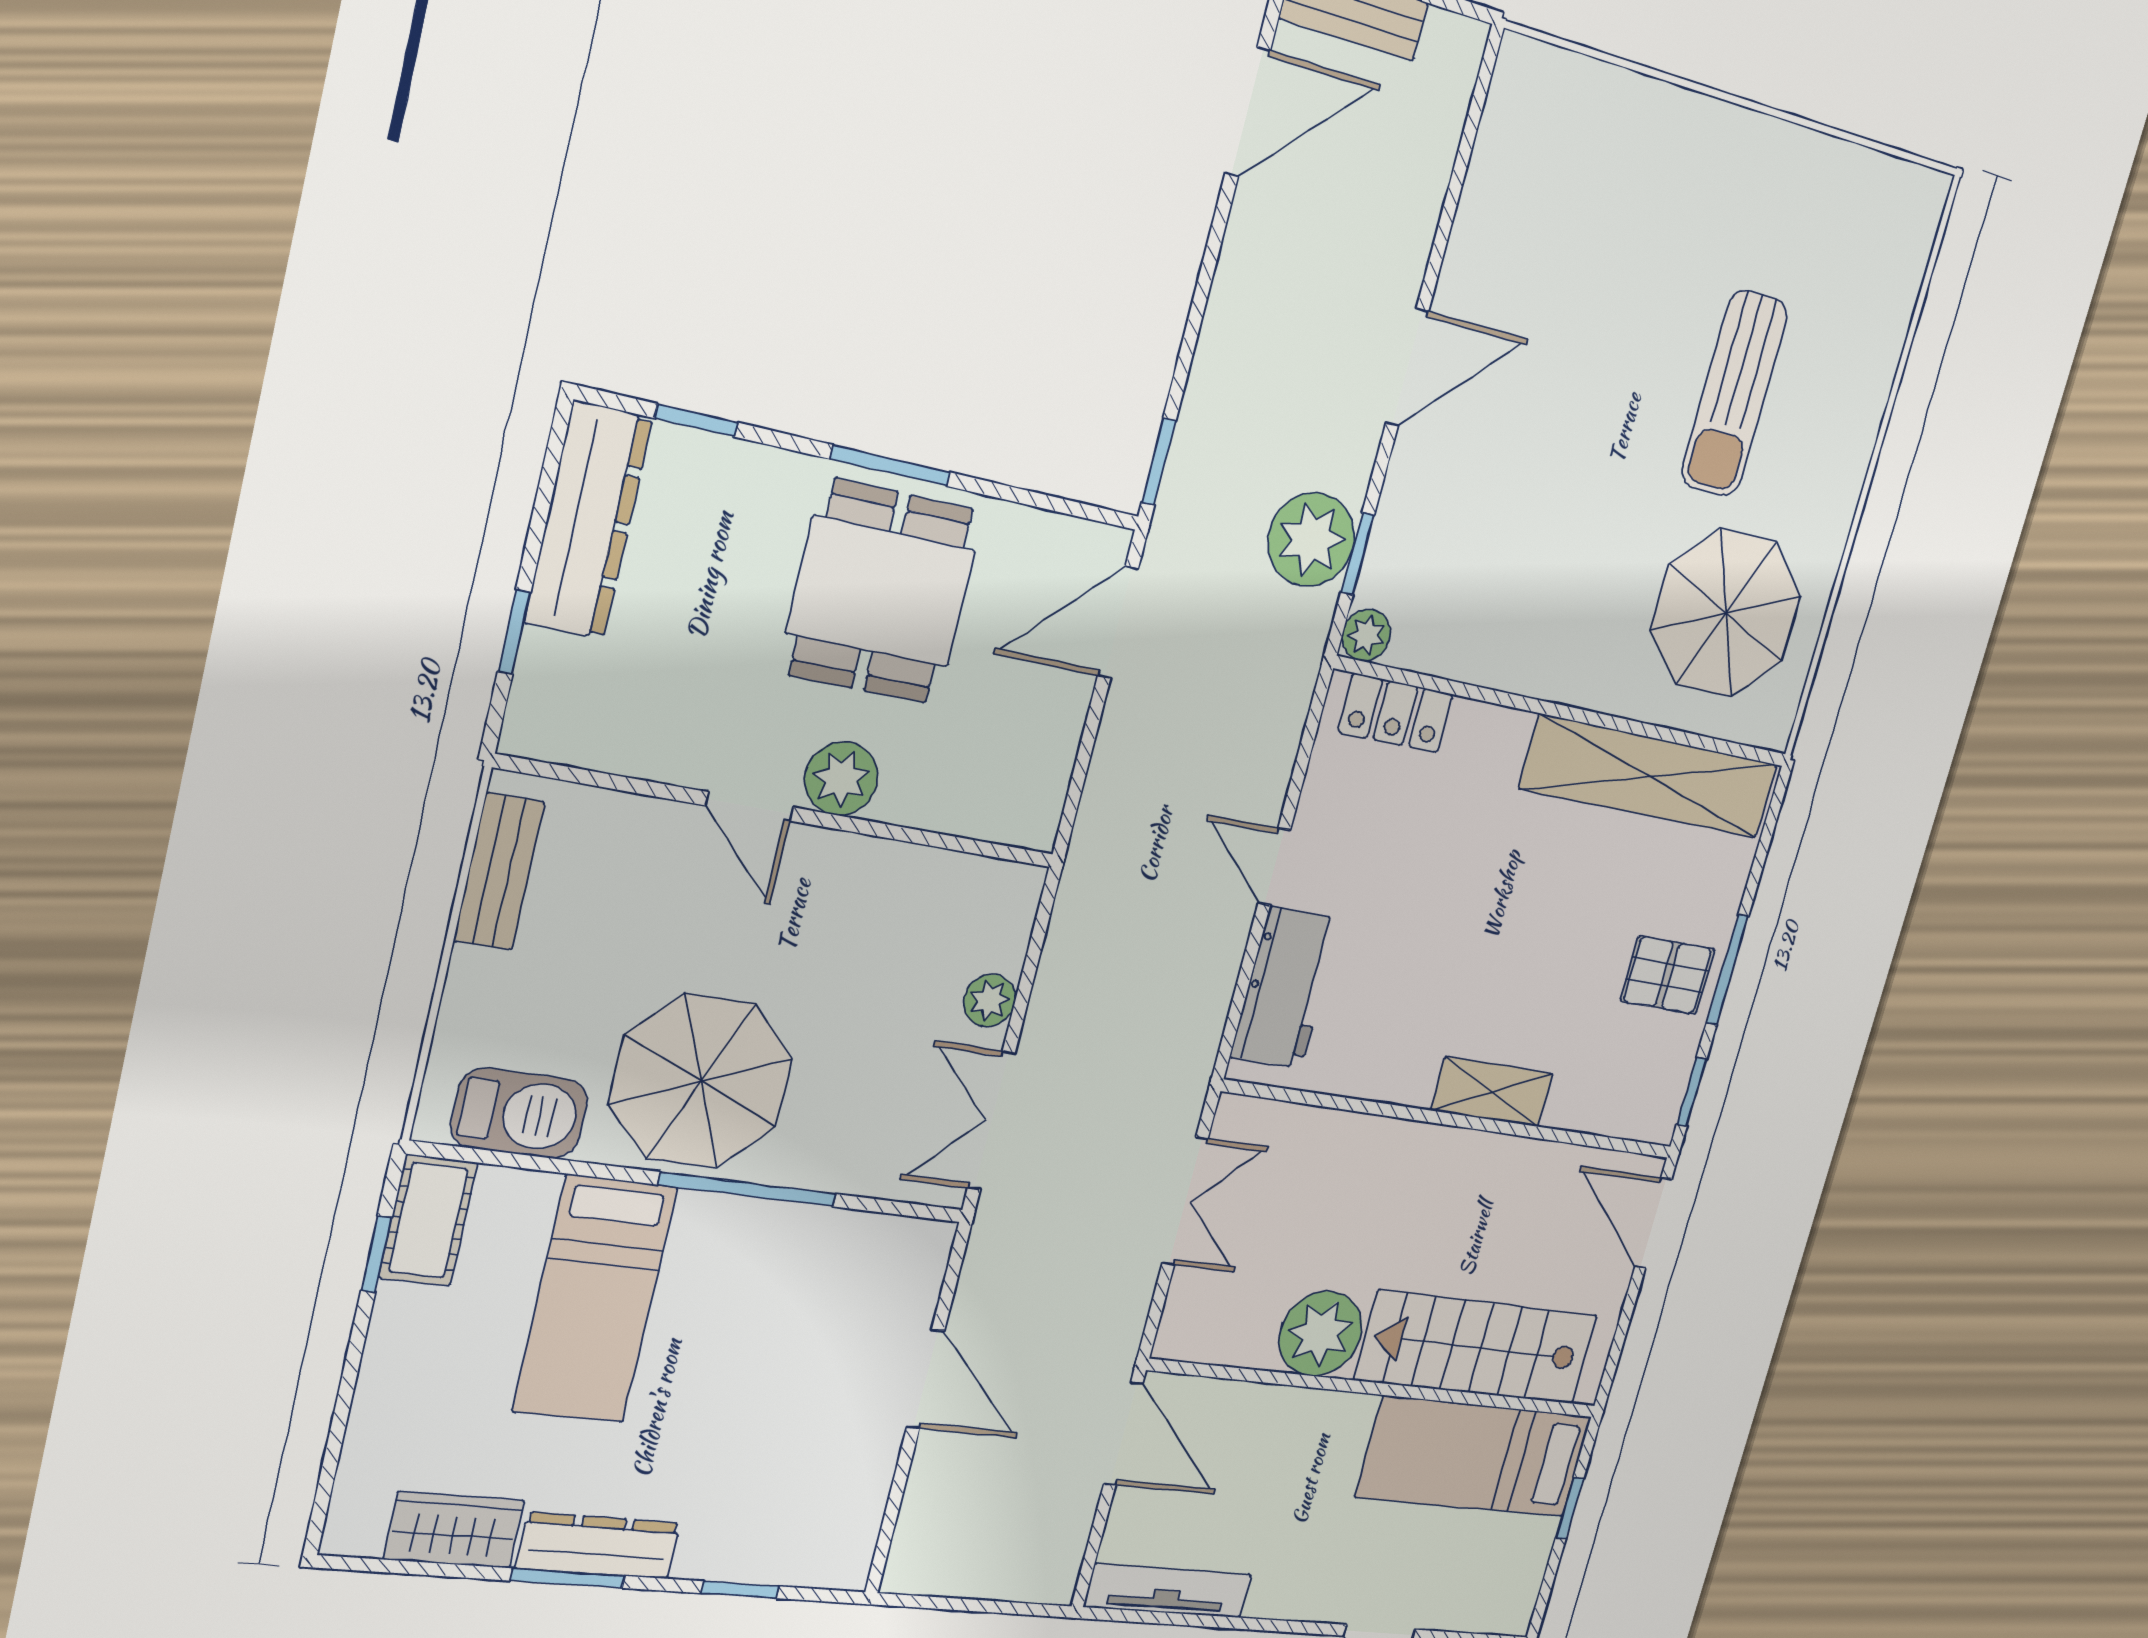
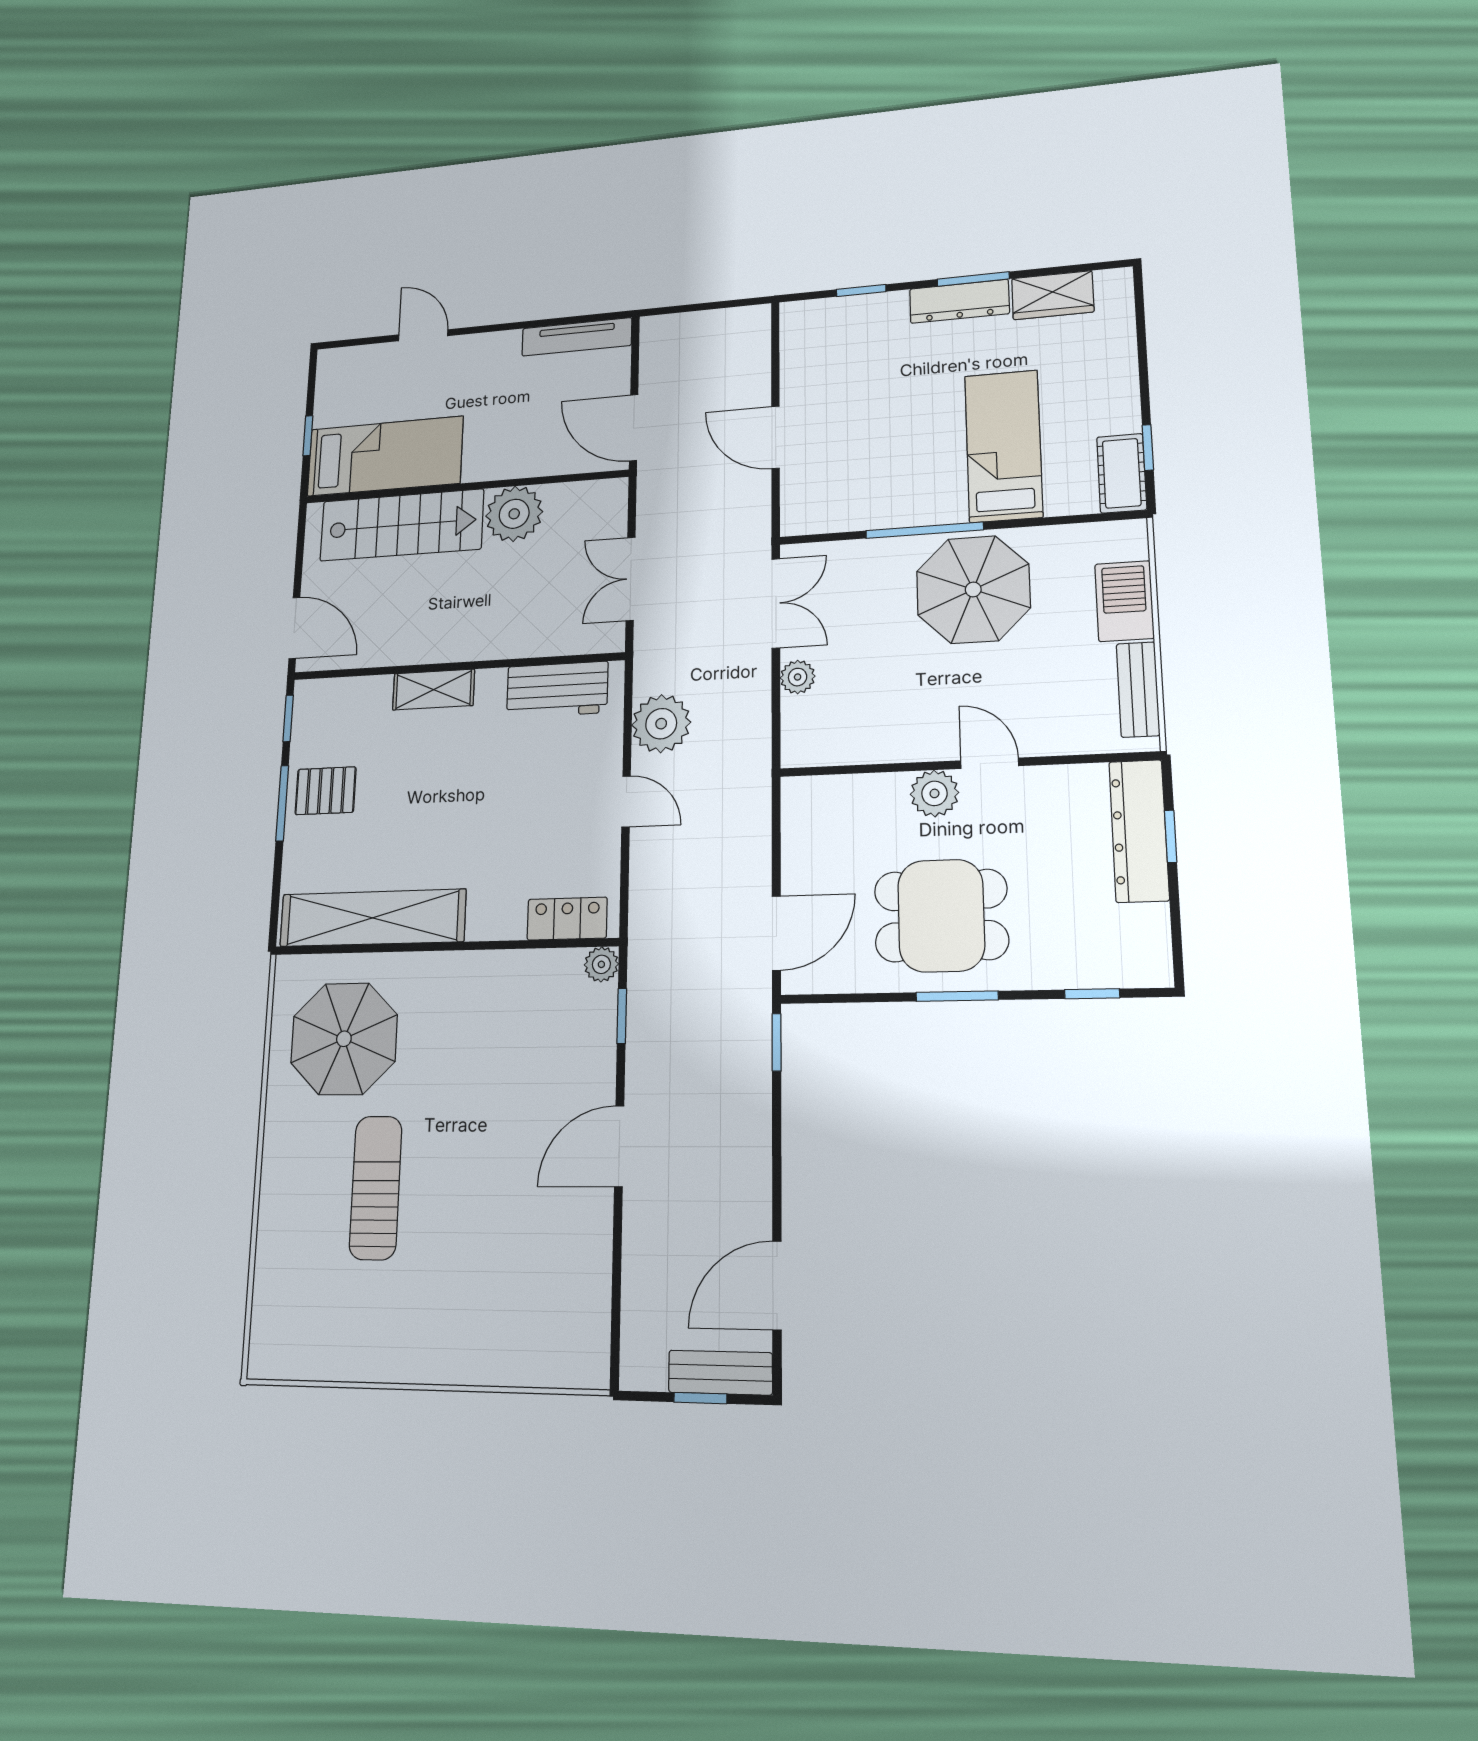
dresser: (588, 521) -> (1139, 831), moved
plant: (1311, 540) -> (661, 724), moved
dining table: (881, 592) -> (941, 916), turned 90
workbench: (1286, 988) -> (557, 690), moved, turned -90
barbecue: (519, 1113) -> (1124, 601), moved, turned 90

